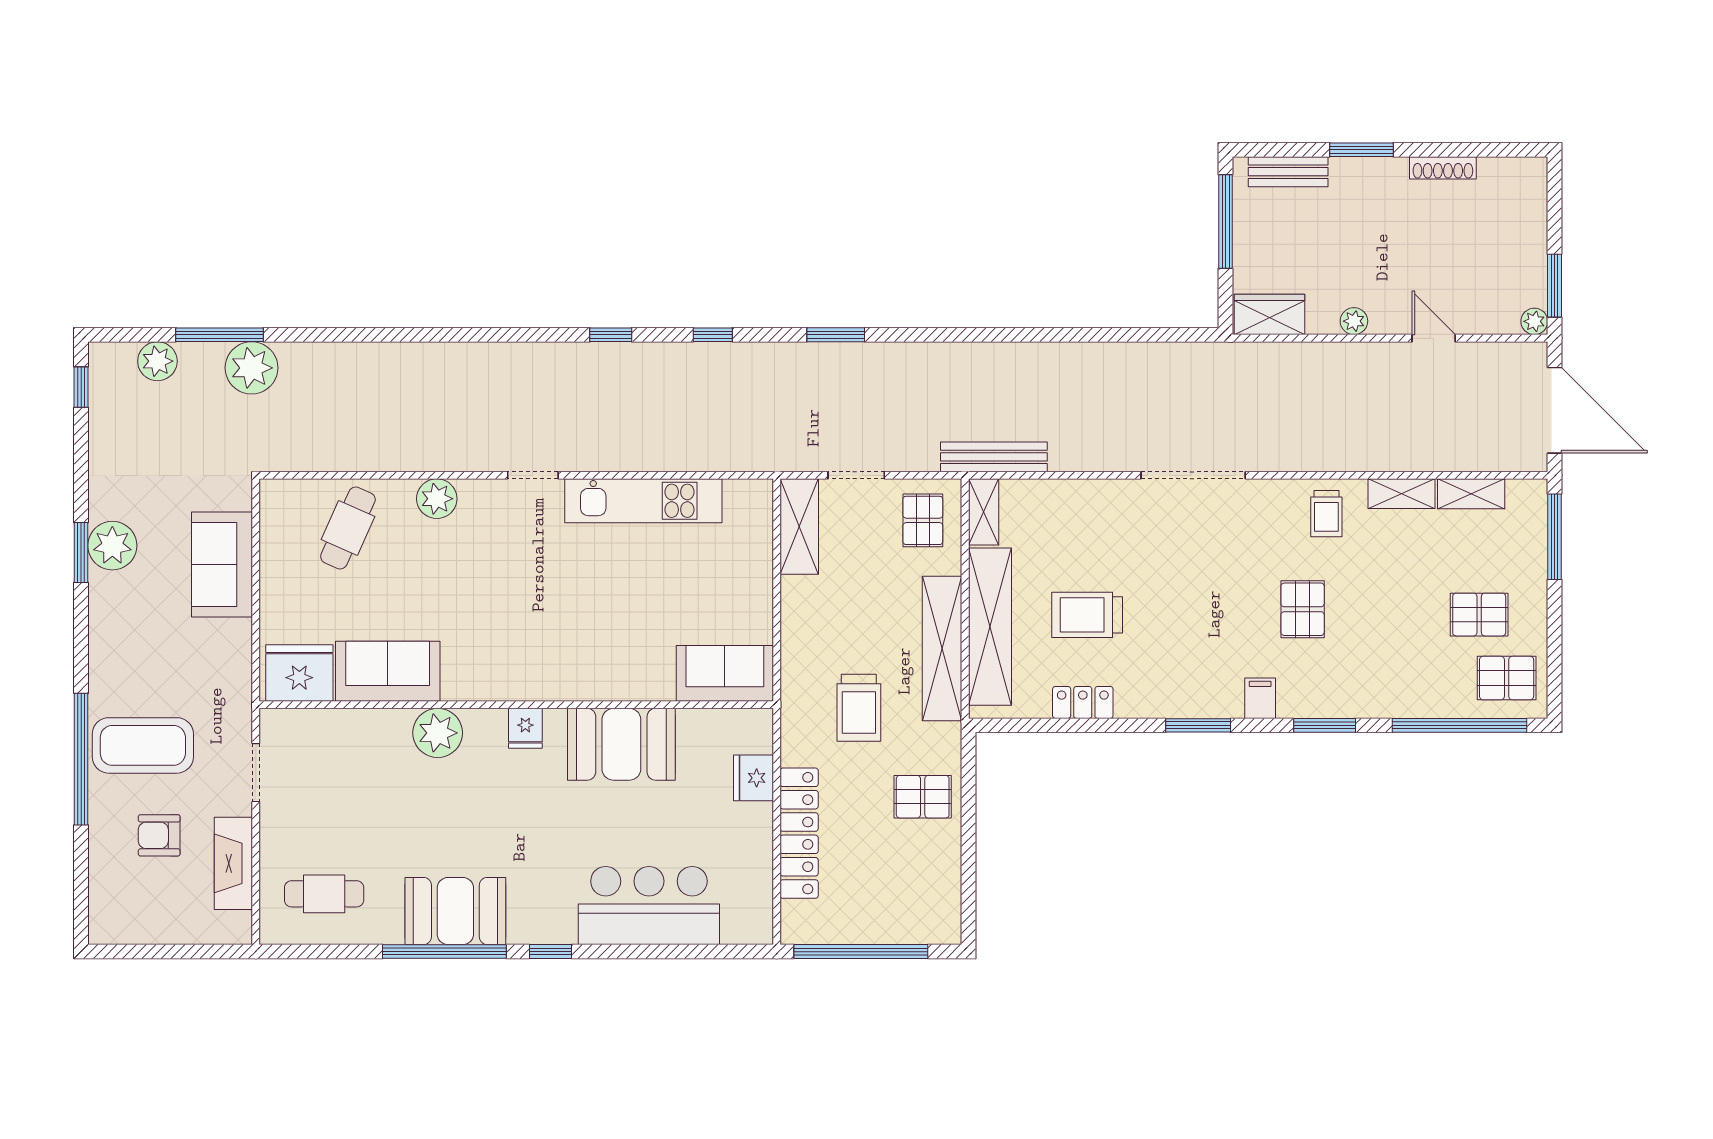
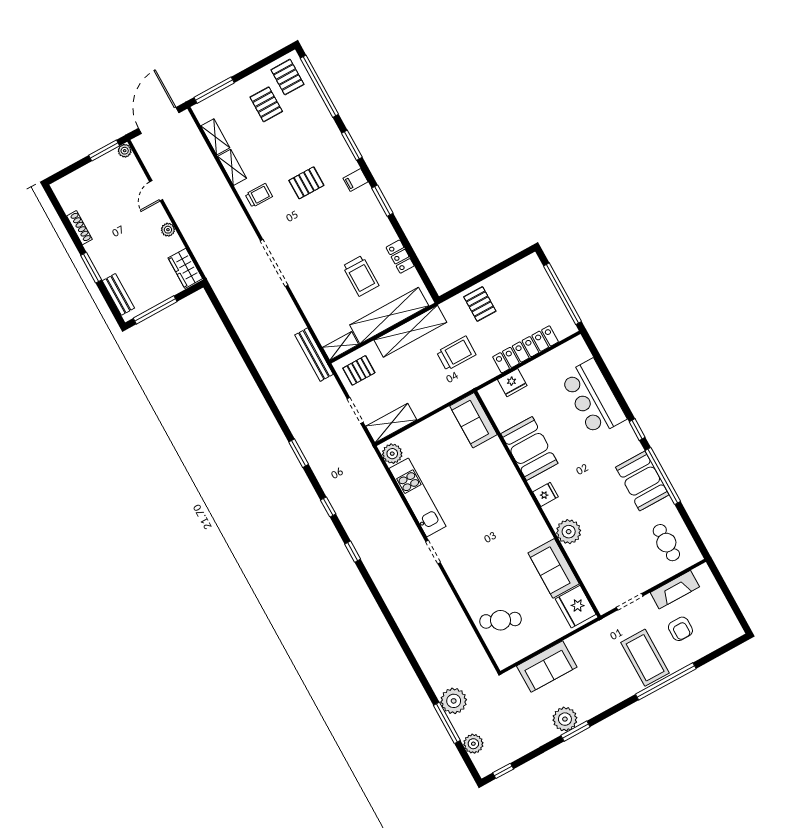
plant: (437, 499) -> (392, 454), moved

